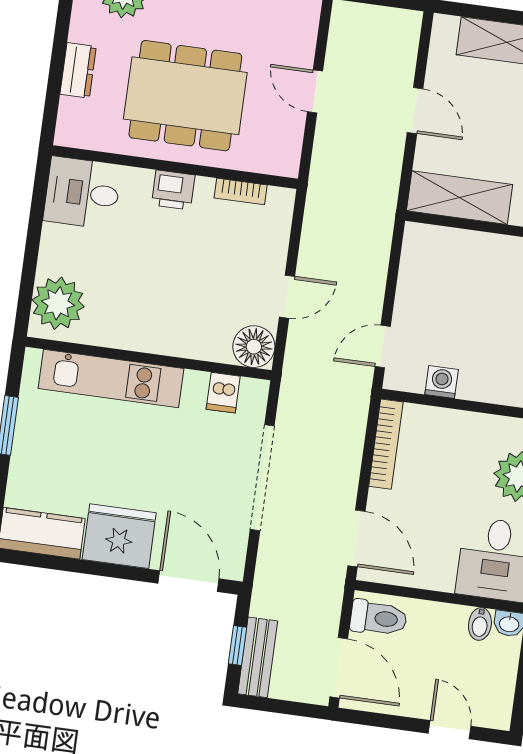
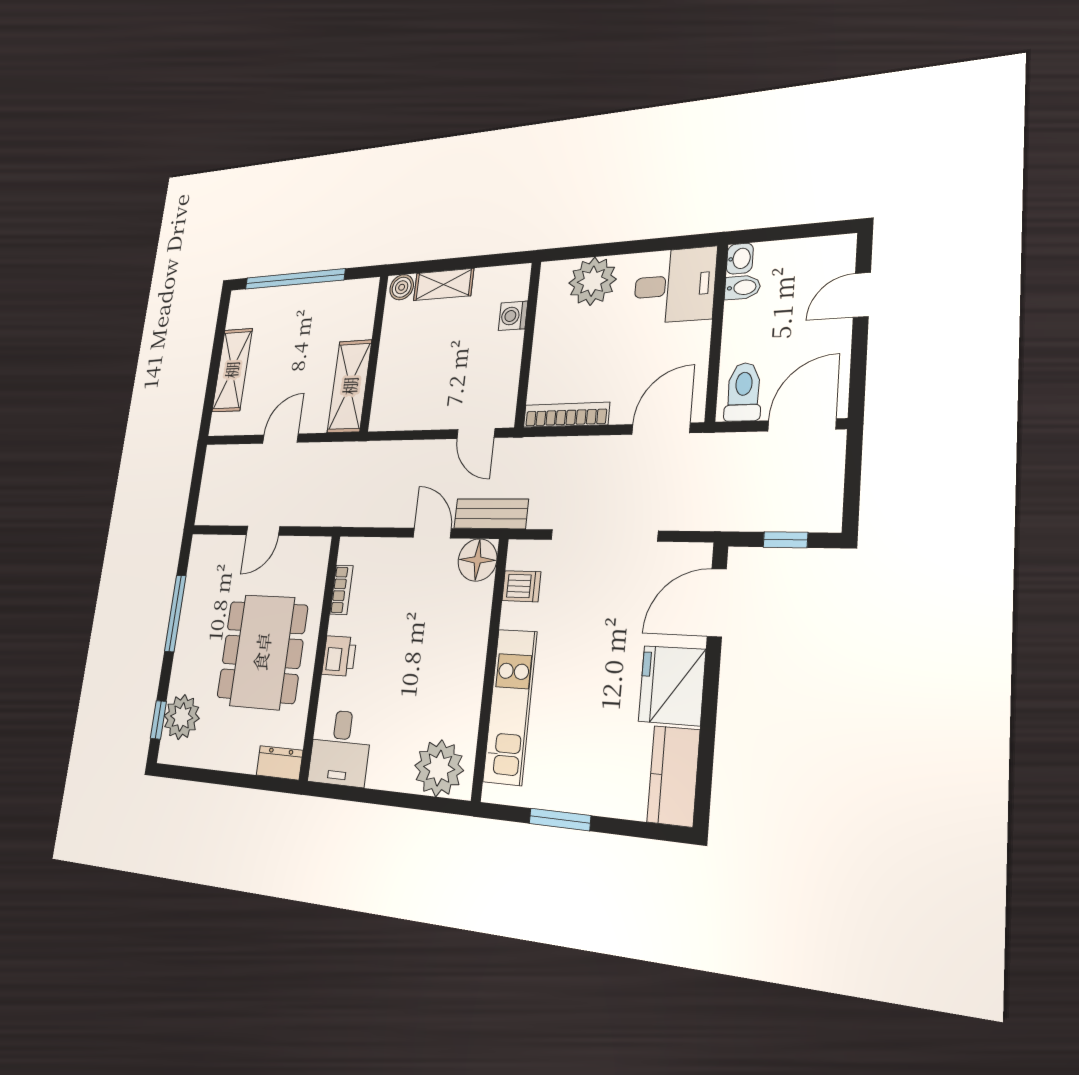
dresser: (78, 70) -> (280, 763), moved
washing machine: (442, 382) -> (513, 316), moved
bench: (258, 657) -> (491, 514), moved

